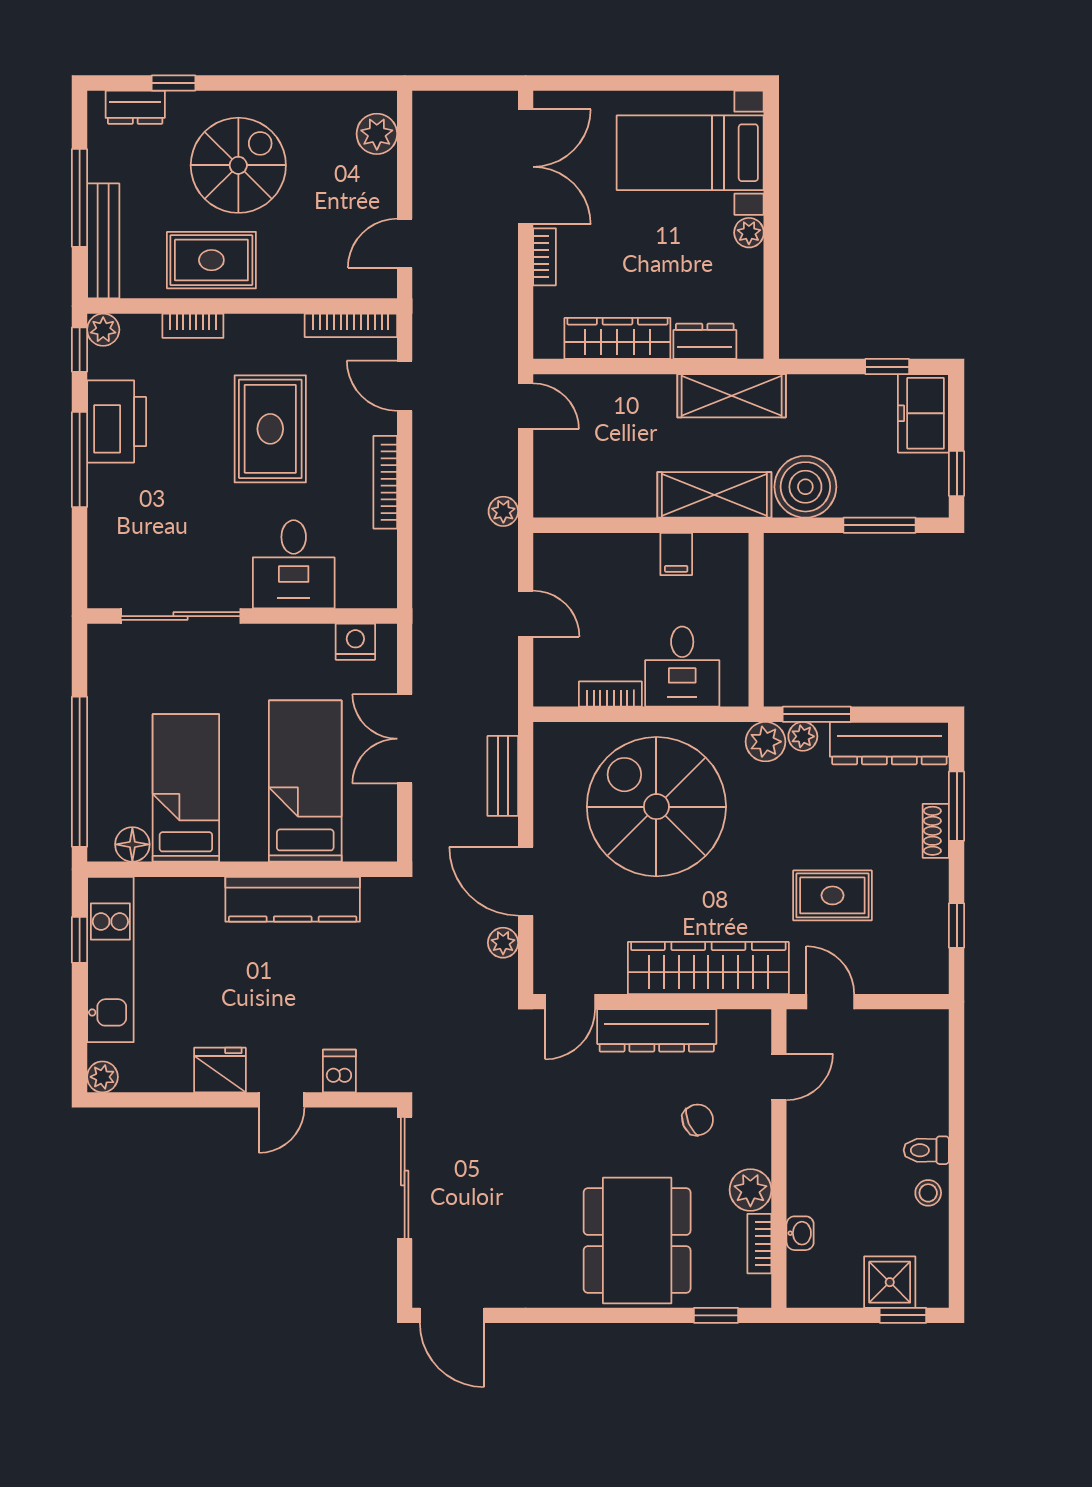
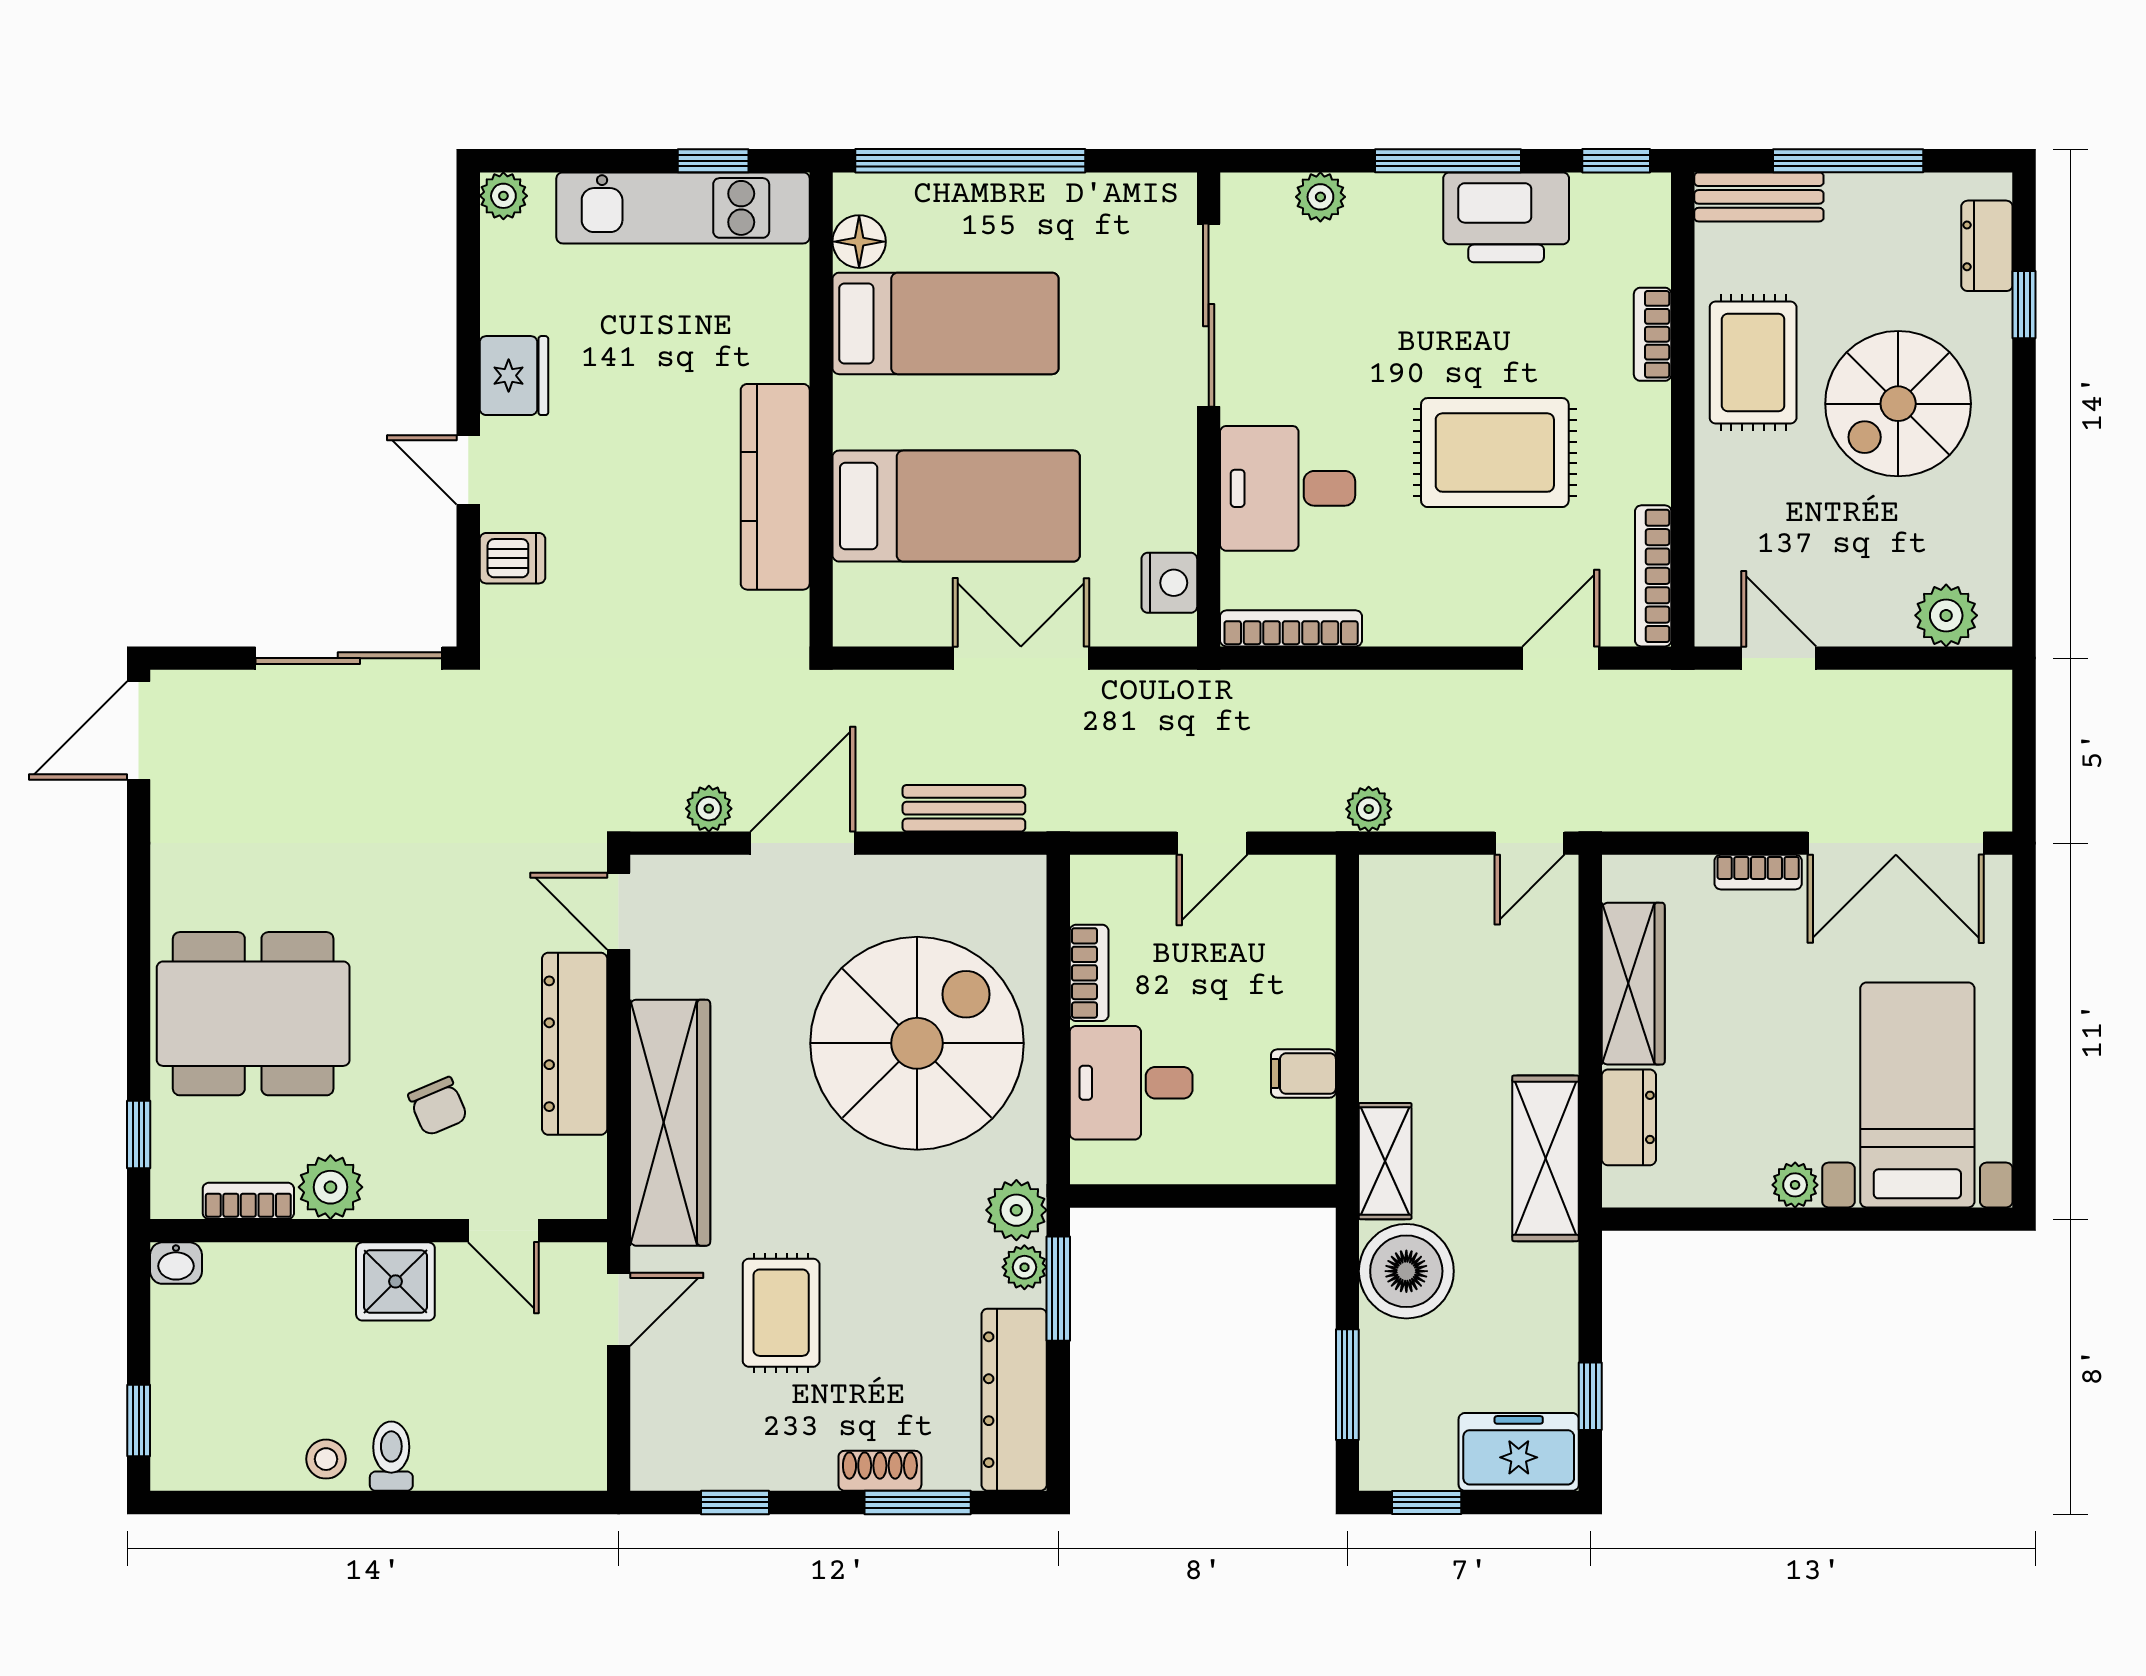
spiral stairs: (238, 165) -> (1898, 404), turned 90
bench: (103, 241) -> (1759, 197), width x0.73
plant: (103, 330) -> (1320, 197), moved
bookcase: (385, 482) -> (1291, 628), moved
shelving: (714, 495) -> (1385, 1161), width x0.67, depth x0.75
washbasin: (800, 1233) -> (176, 1263), moved
shower: (890, 1282) -> (395, 1281), moved

